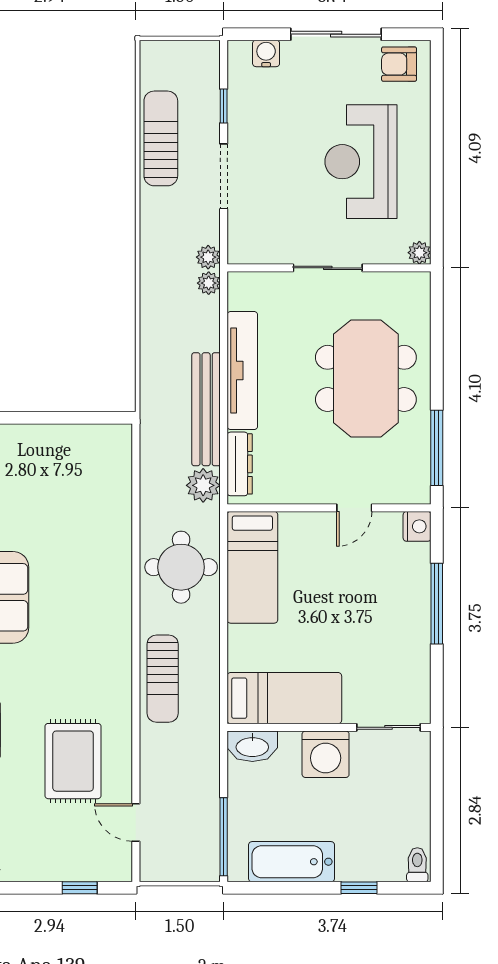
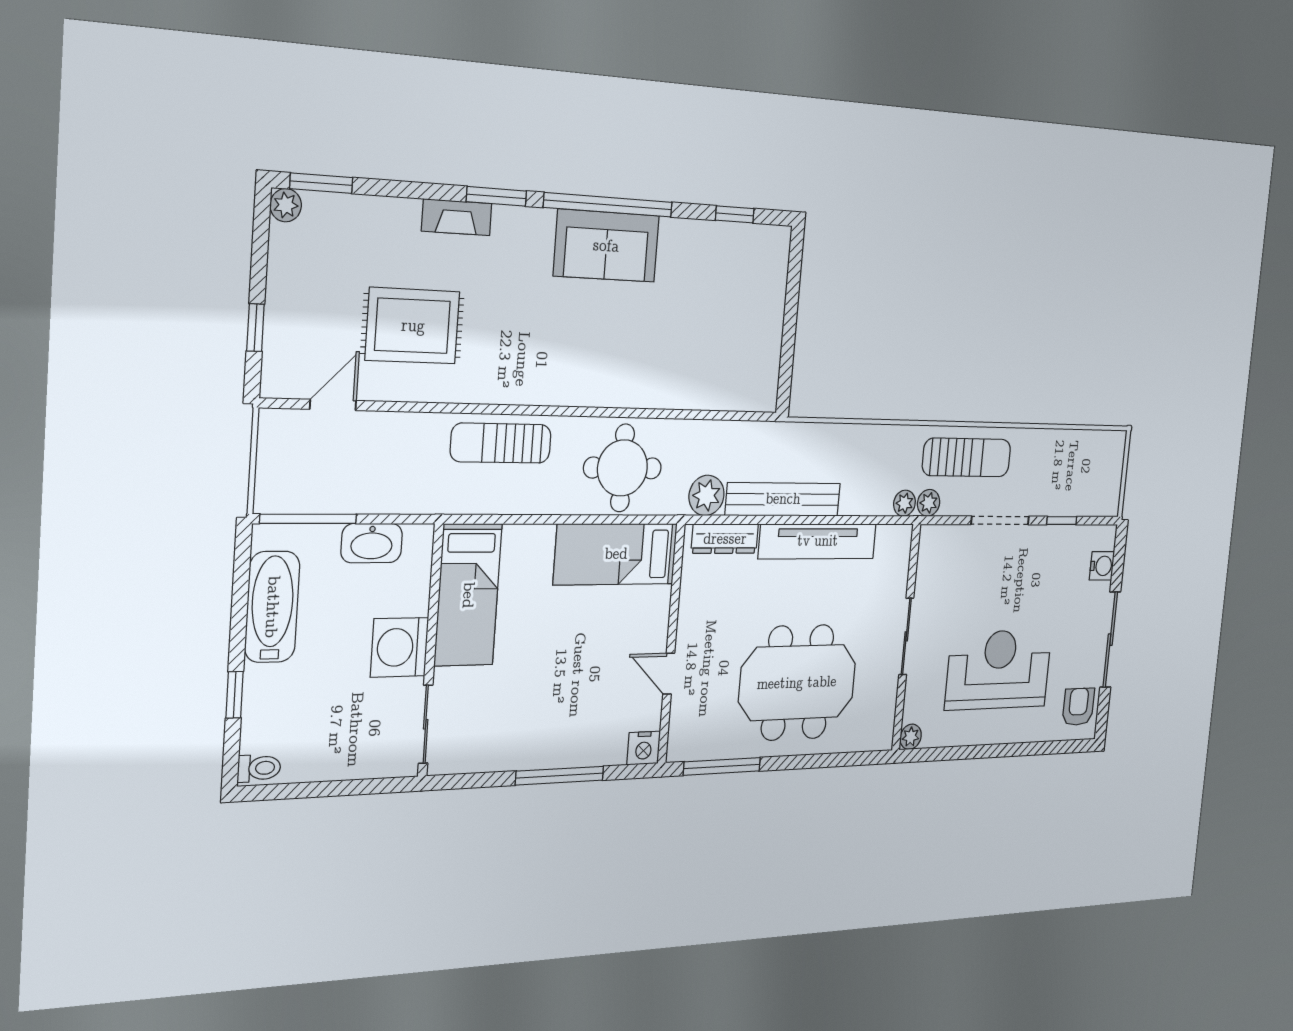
sun lounger: (161, 138) -> (967, 457), moved
washbasin: (252, 746) -> (372, 543), moved, turned -90

